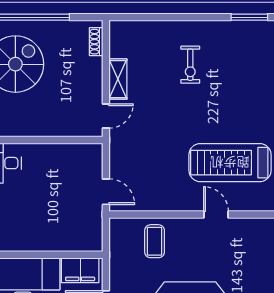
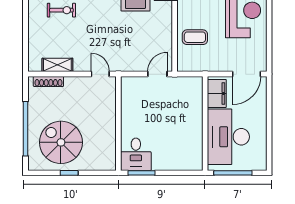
shoe rack: (96, 42) -> (48, 81), width x1.43
shelving: (118, 79) -> (57, 65), moved

